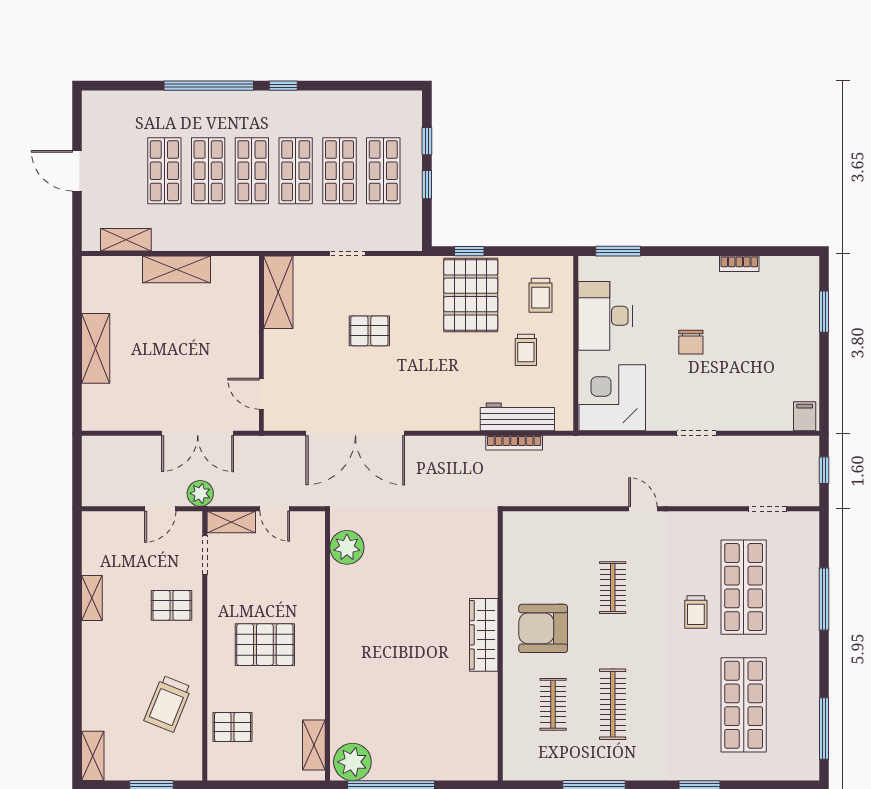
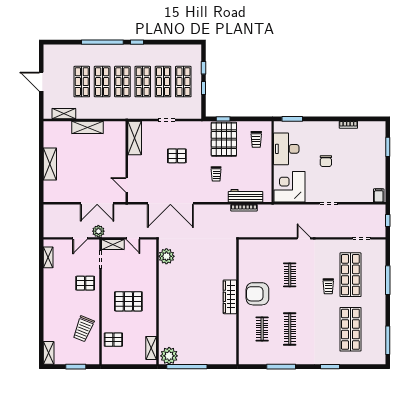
trolley: (526, 350) -> (216, 174), moved
shelving: (92, 598) -> (48, 257), moved

